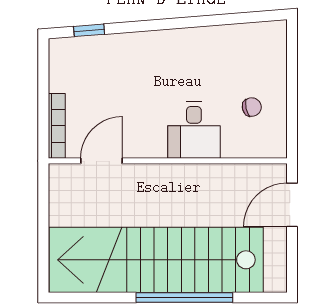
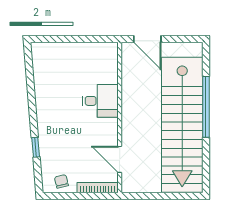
window: (89, 30) -> (36, 147), moved
chair: (252, 107) -> (61, 181), moved

